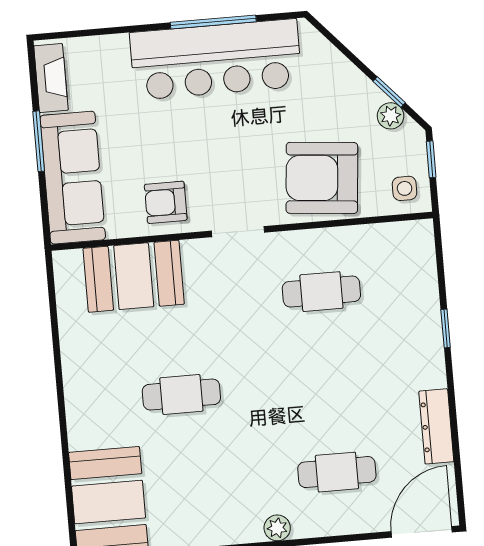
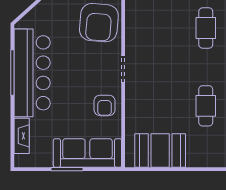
fireplace: (51, 78) -> (22, 136), moved, turned 90
booth: (134, 276) -> (160, 150), moved, turned 90
cafe table: (321, 292) -> (206, 28), moved

